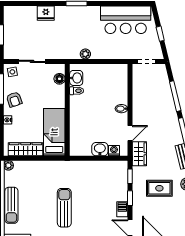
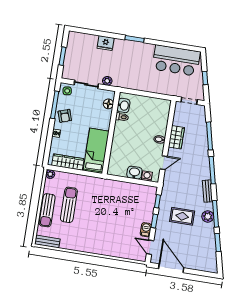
plant: (85, 54) -> (107, 81), moved
wardrobe: (139, 154) -> (176, 137), moved
sun lounger: (64, 208) -> (69, 205), moved

